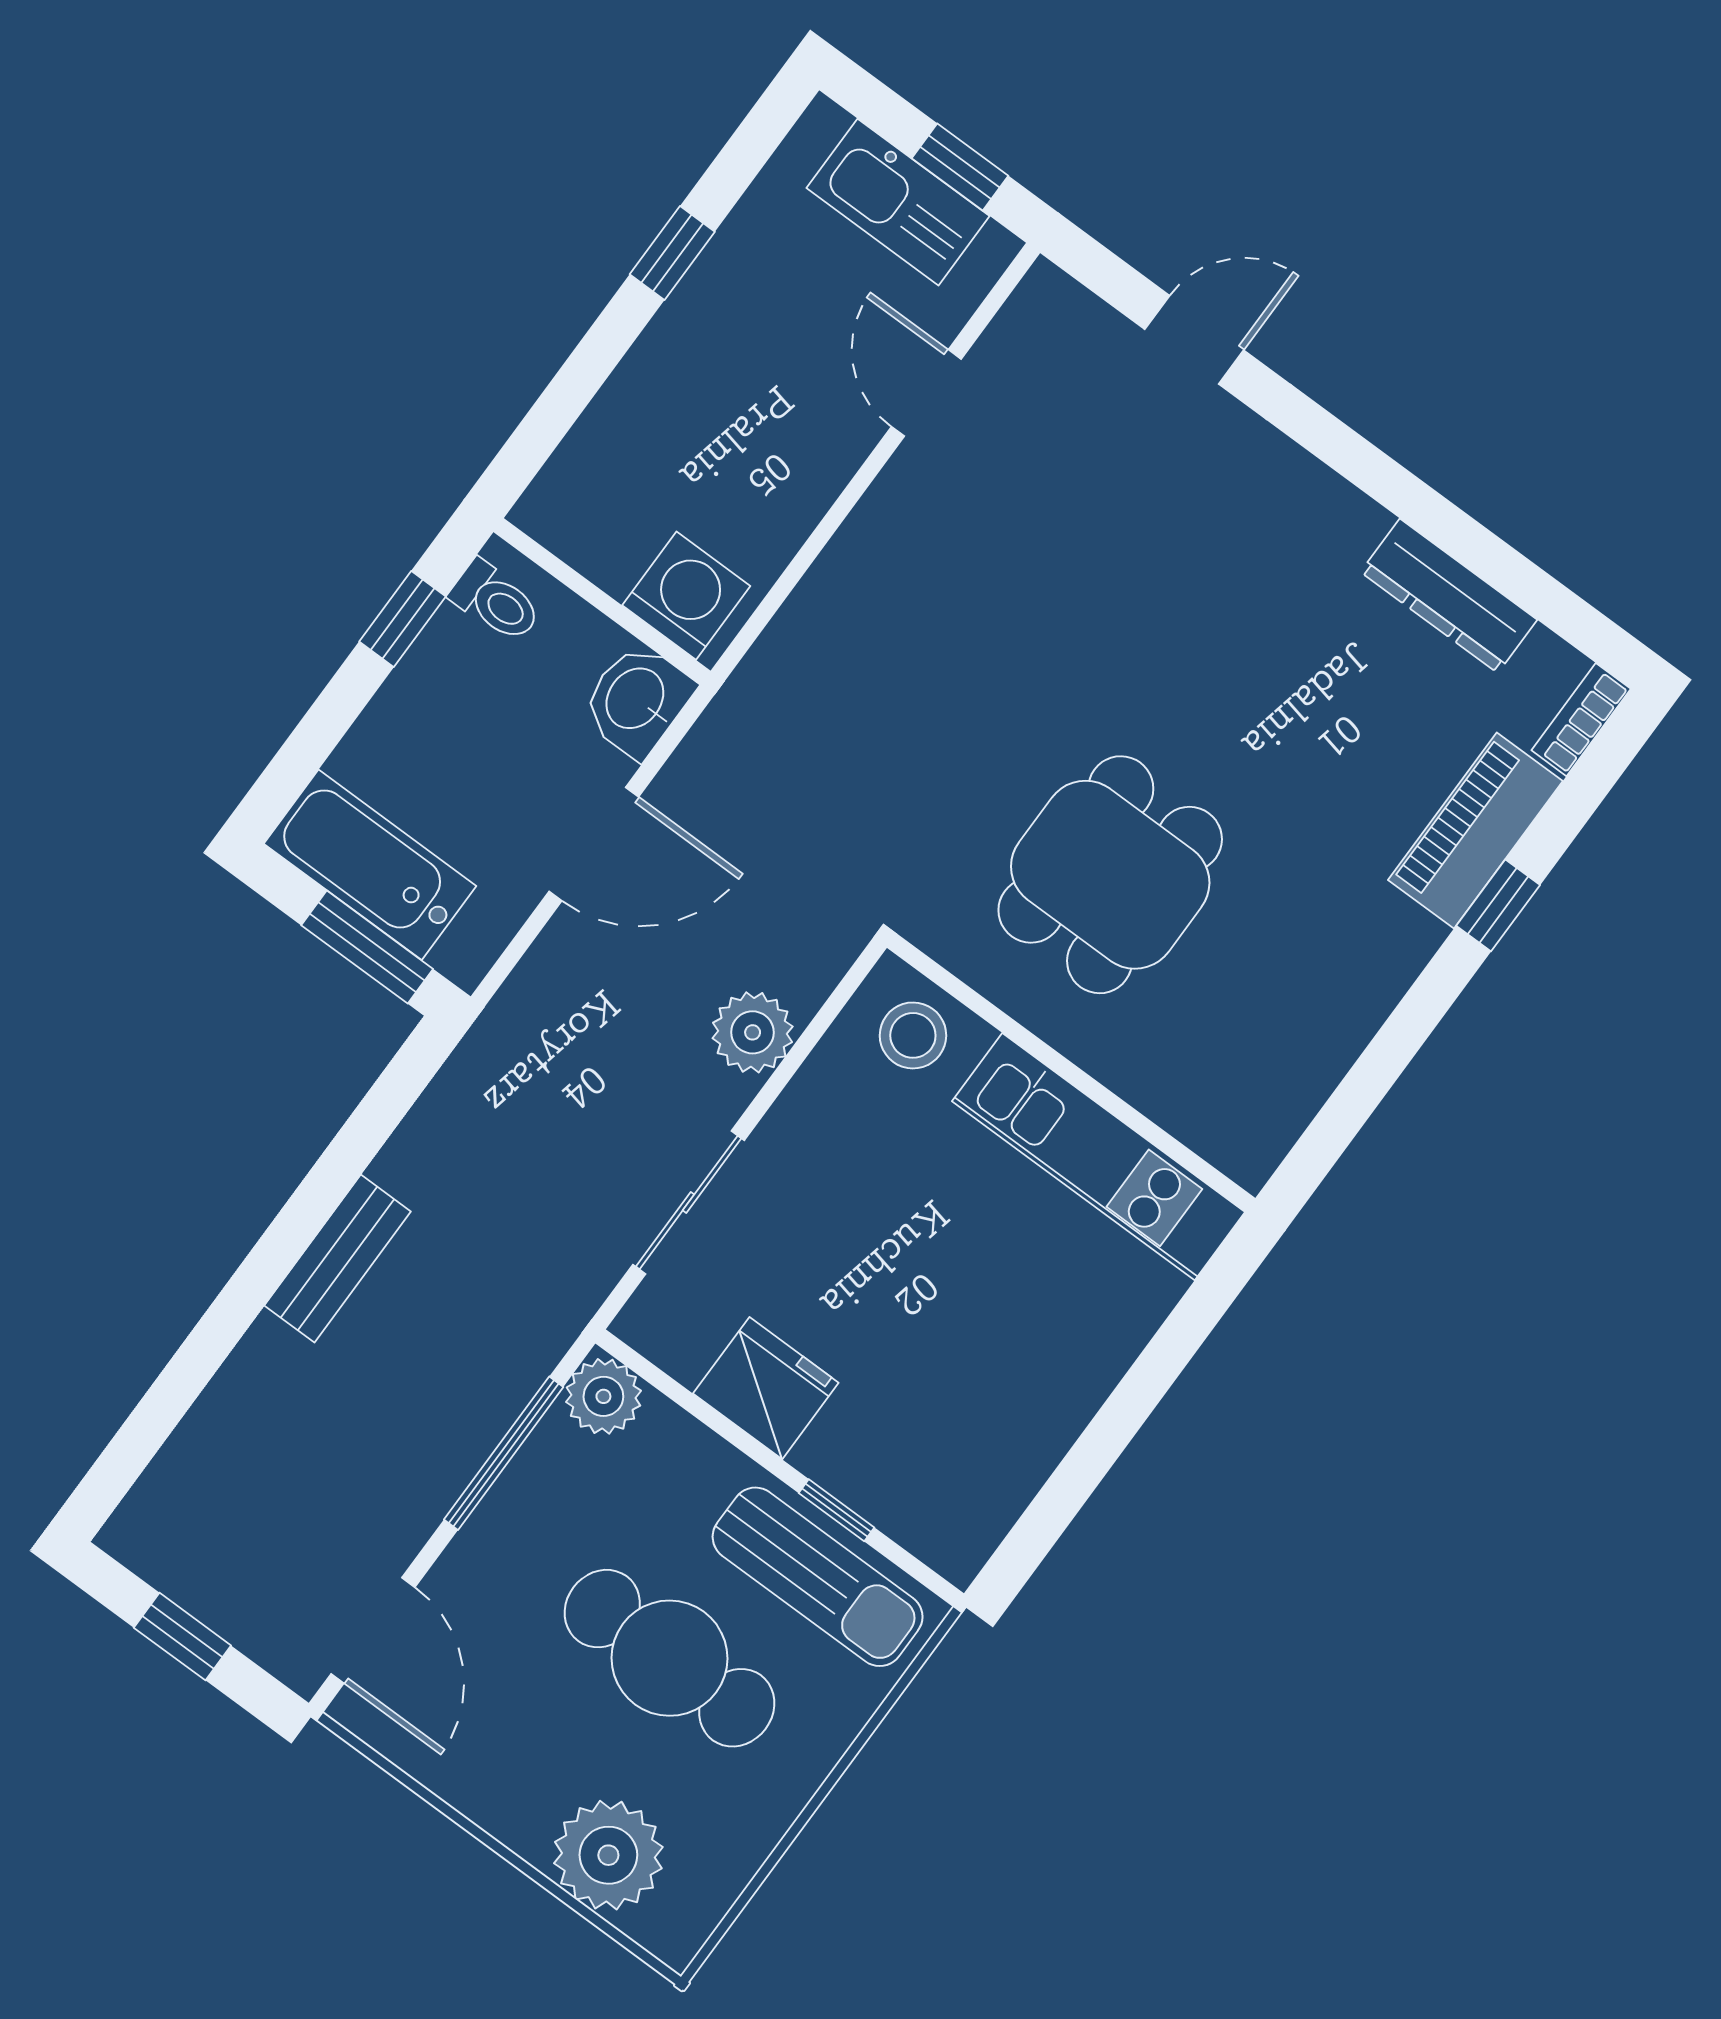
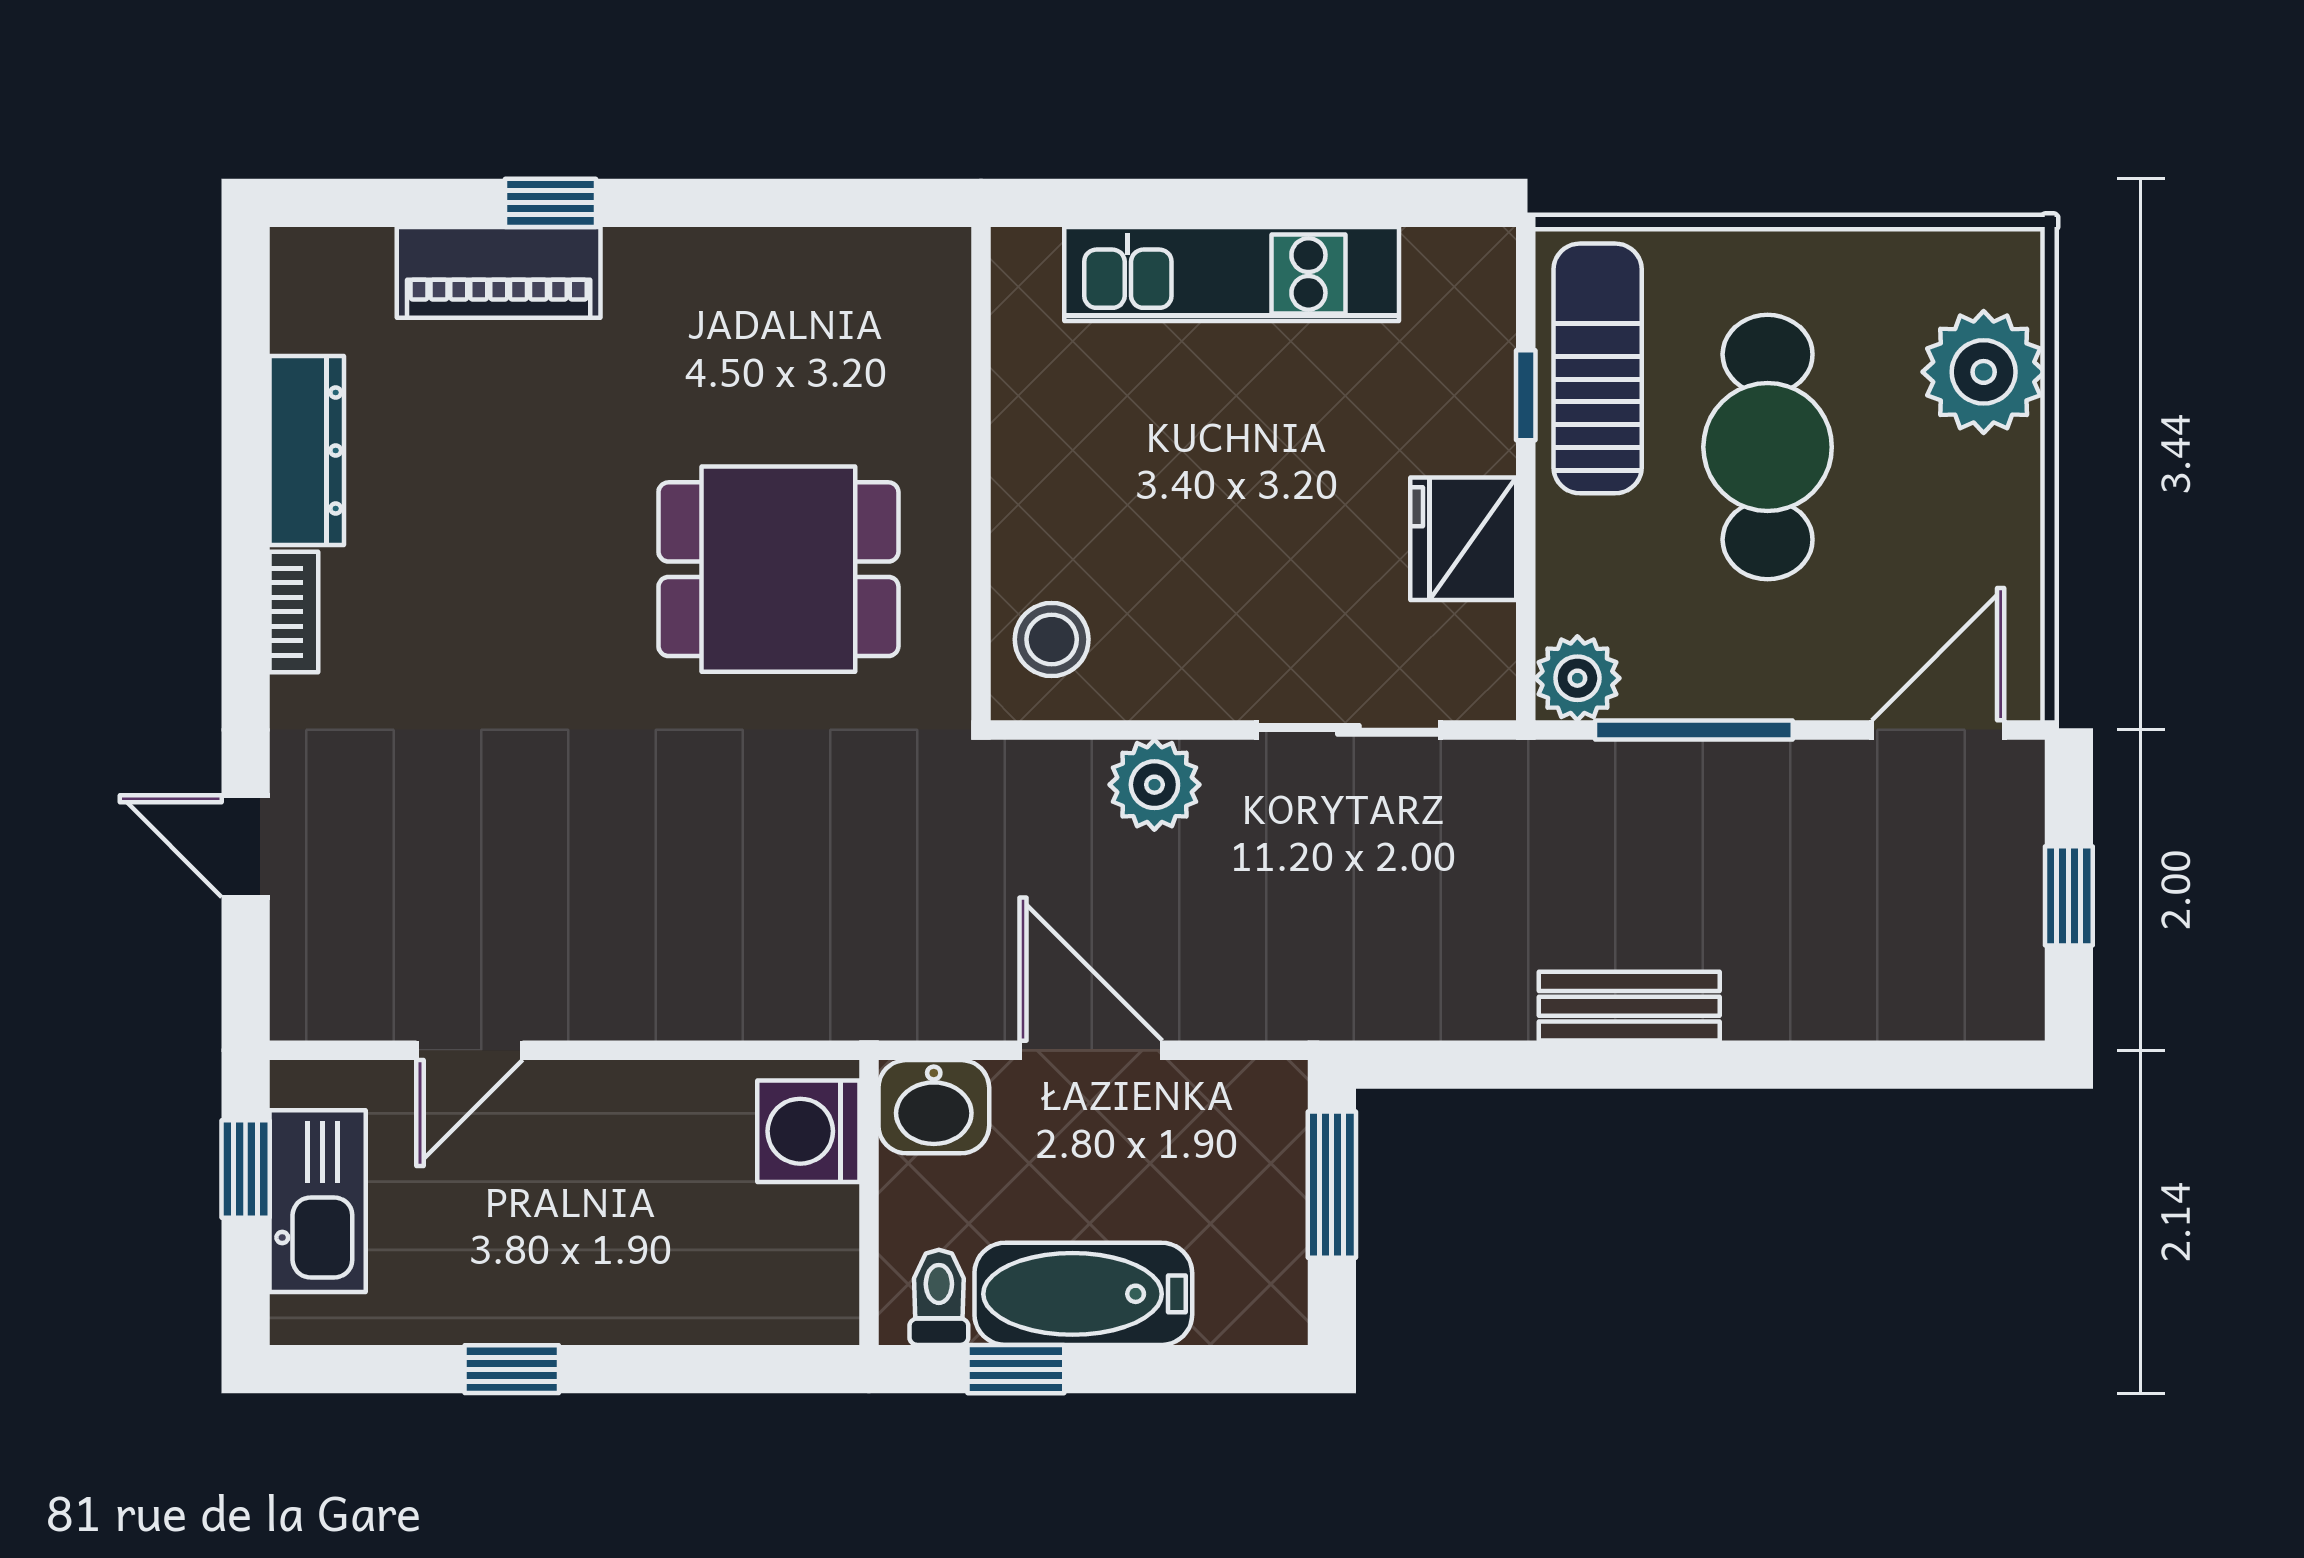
bookcase: (1581, 720) -> (294, 612), moved, turned -90
bathtub: (370, 865) -> (1083, 1294), moved, turned 90
kitchen unit: (1099, 1157) -> (1232, 274), moved, turned 90

